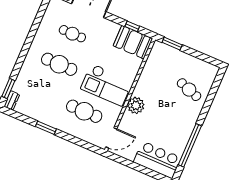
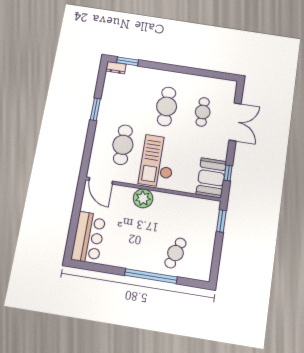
window: (190, 145) -> (151, 276), moved

